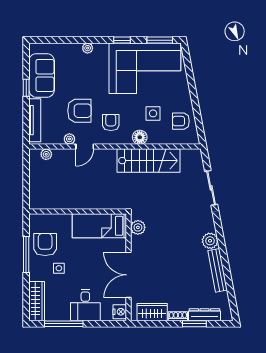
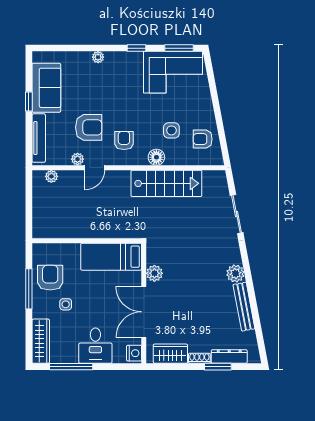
corner sofa: (145, 68) -> (173, 72), width x0.73, depth x0.74
plant: (138, 227) -> (154, 273), moved

